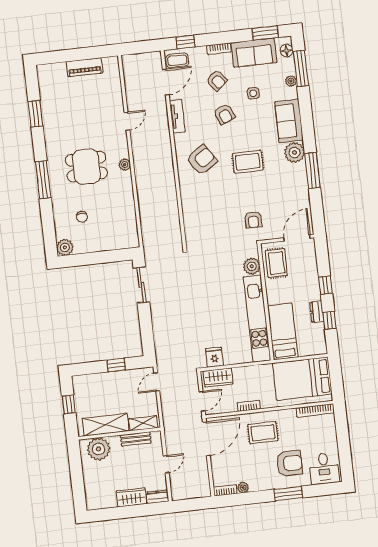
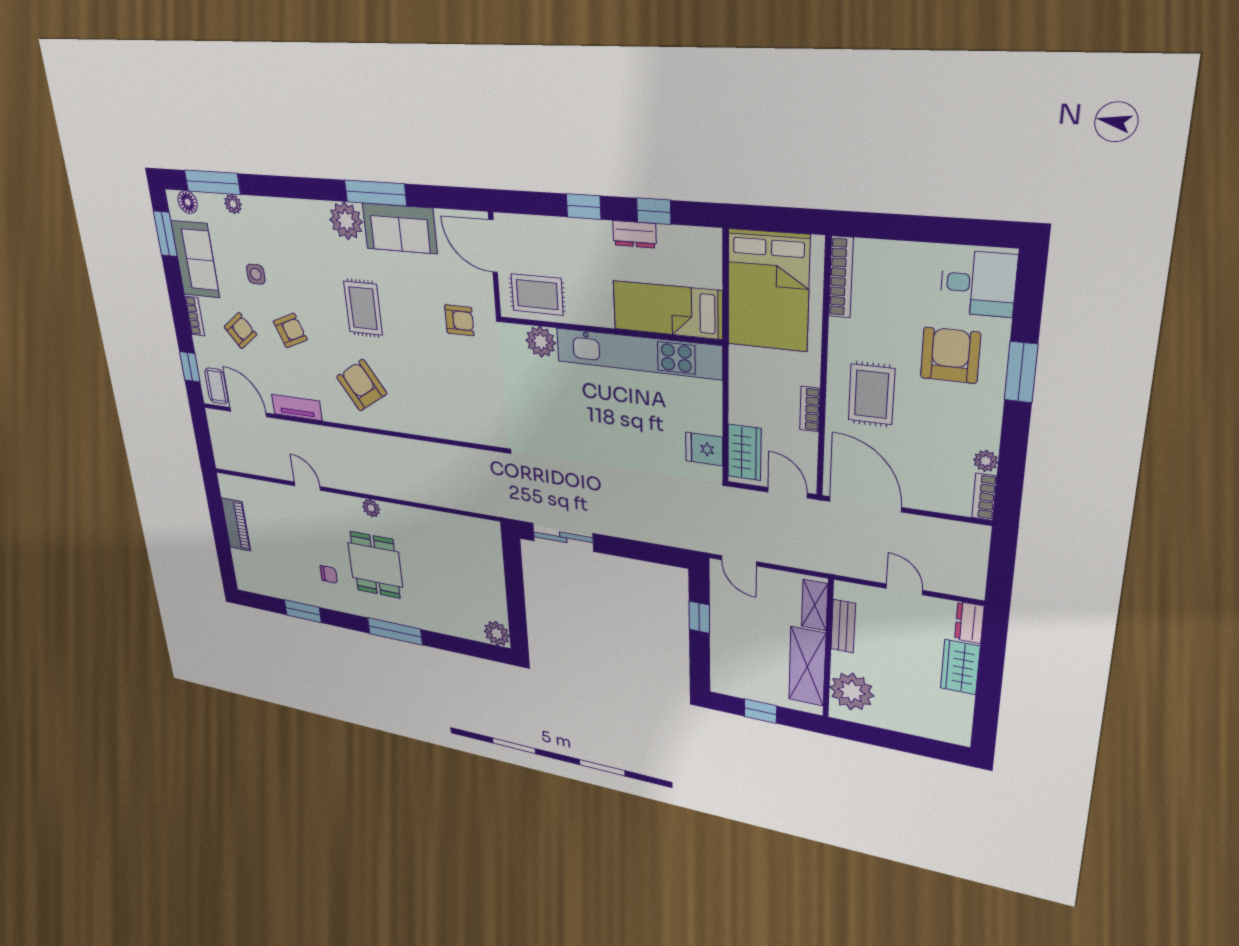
sofa: (289, 121) -> (400, 228), moved
chair: (82, 217) -> (329, 574), moved

